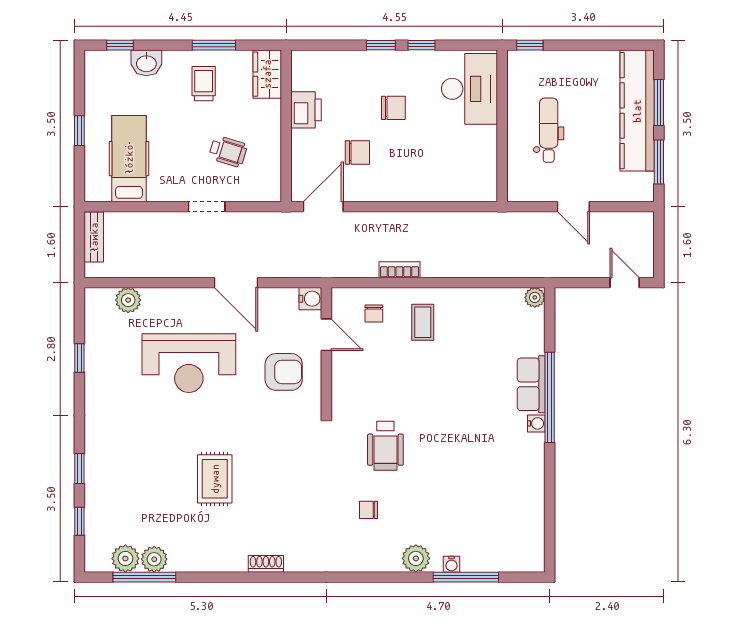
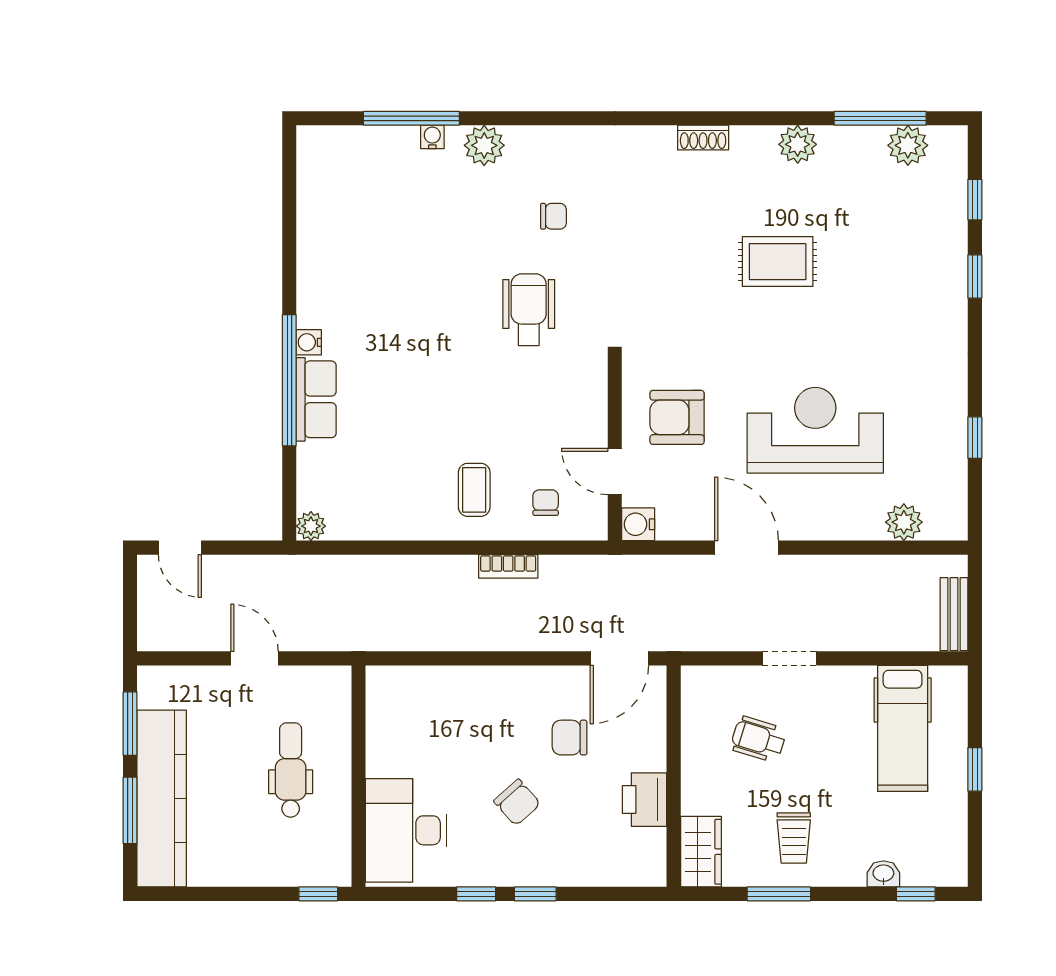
washbasin: (146, 63) -> (883, 874), width x0.72, depth x0.69
chair: (393, 108) -> (517, 802), turned -132
dental chair: (549, 130) -> (291, 770), turned 180
rug: (215, 479) -> (778, 262), turned 90
plant: (154, 559) -> (798, 144), moved

